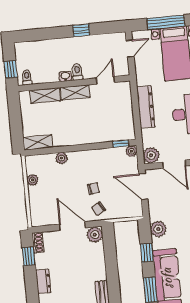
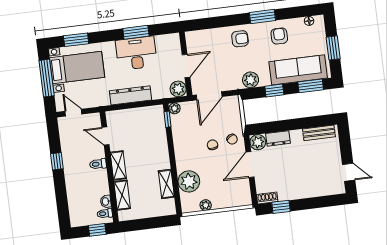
washbasin: (65, 76) -> (106, 201), moved
shelving: (38, 142) -> (166, 184), moved
plant: (62, 158) -> (189, 181), width x1.88, depth x1.88
dresser: (43, 281) -> (278, 138), moved, turned 180

